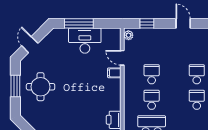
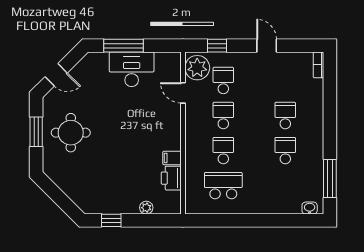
plant: (128, 35) -> (197, 68), width x1.88, depth x1.88
door: (30, 45) -> (56, 75), swing flipped
school desk: (152, 49) -> (223, 80), added
filing cabinet: (114, 73) -> (172, 158), moved

